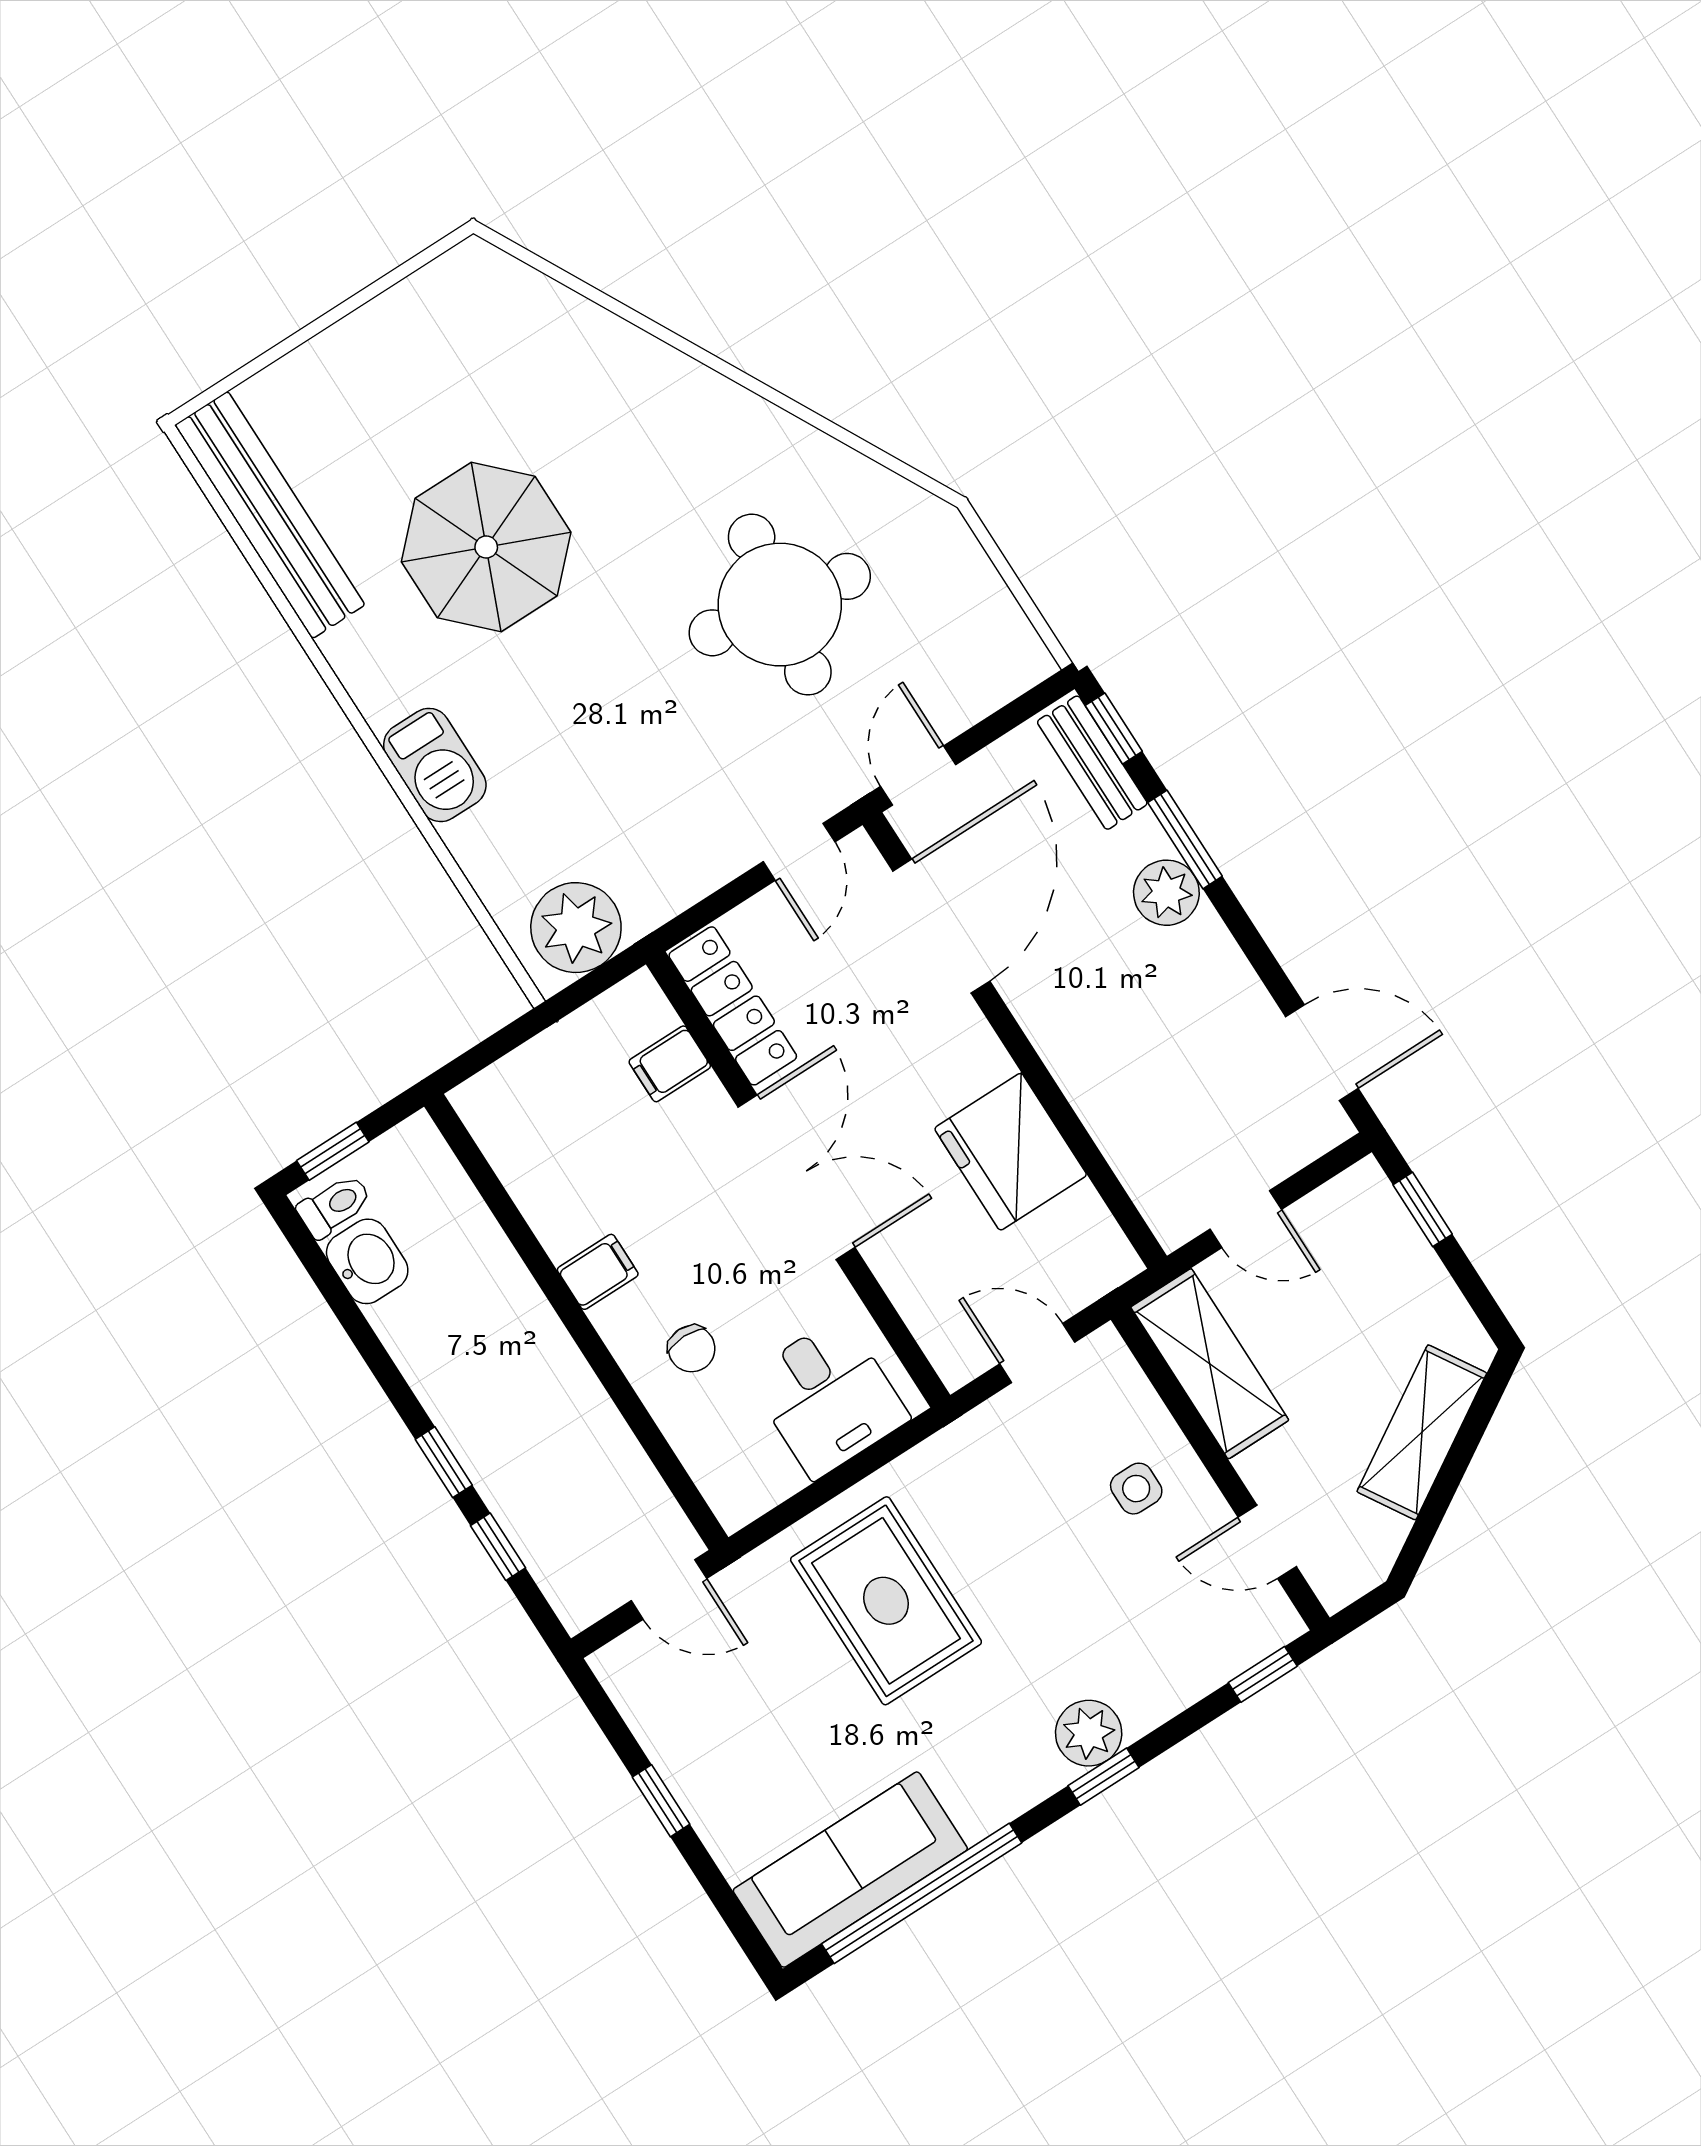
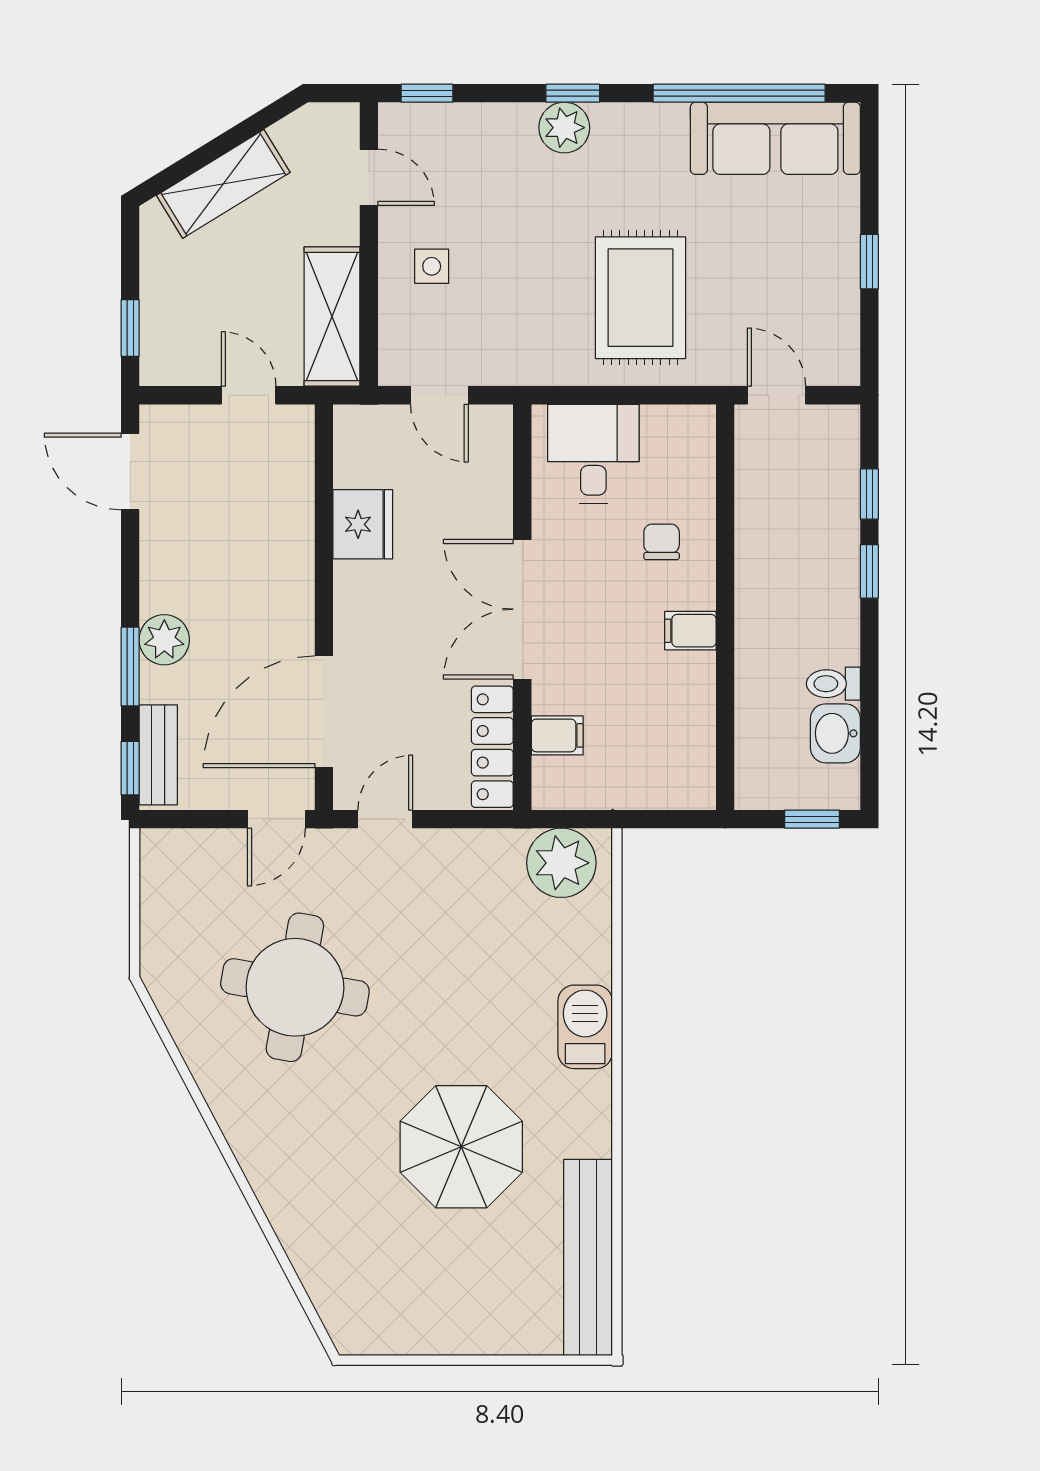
fridge: (1011, 1152) -> (363, 524), width x0.73, depth x0.75
toilet: (335, 1206) -> (833, 684), moved

